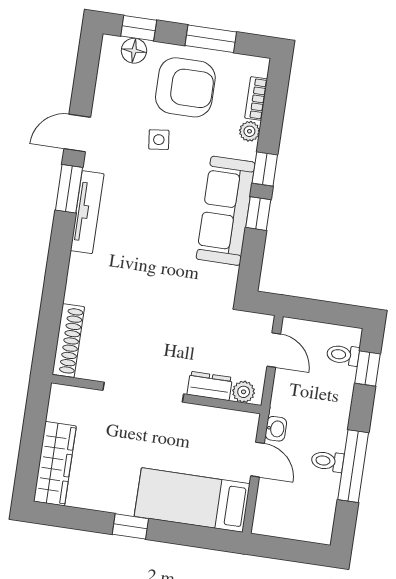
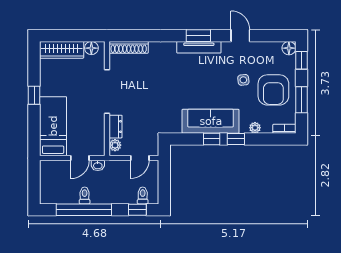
floor lamp: (134, 51) -> (289, 48), moved
bookcase: (256, 98) -> (284, 129), moved
window: (69, 189) -> (198, 36), moved
floor lamp: (60, 409) -> (91, 48), added
window: (353, 466) -> (84, 210), width x1.46

